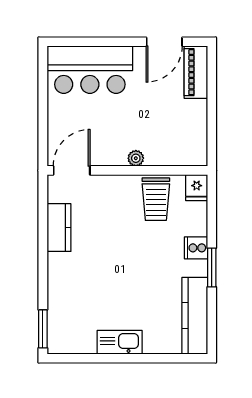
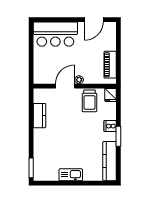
piano: (196, 72) -> (110, 65), moved
door: (72, 170) -> (65, 86), moved

